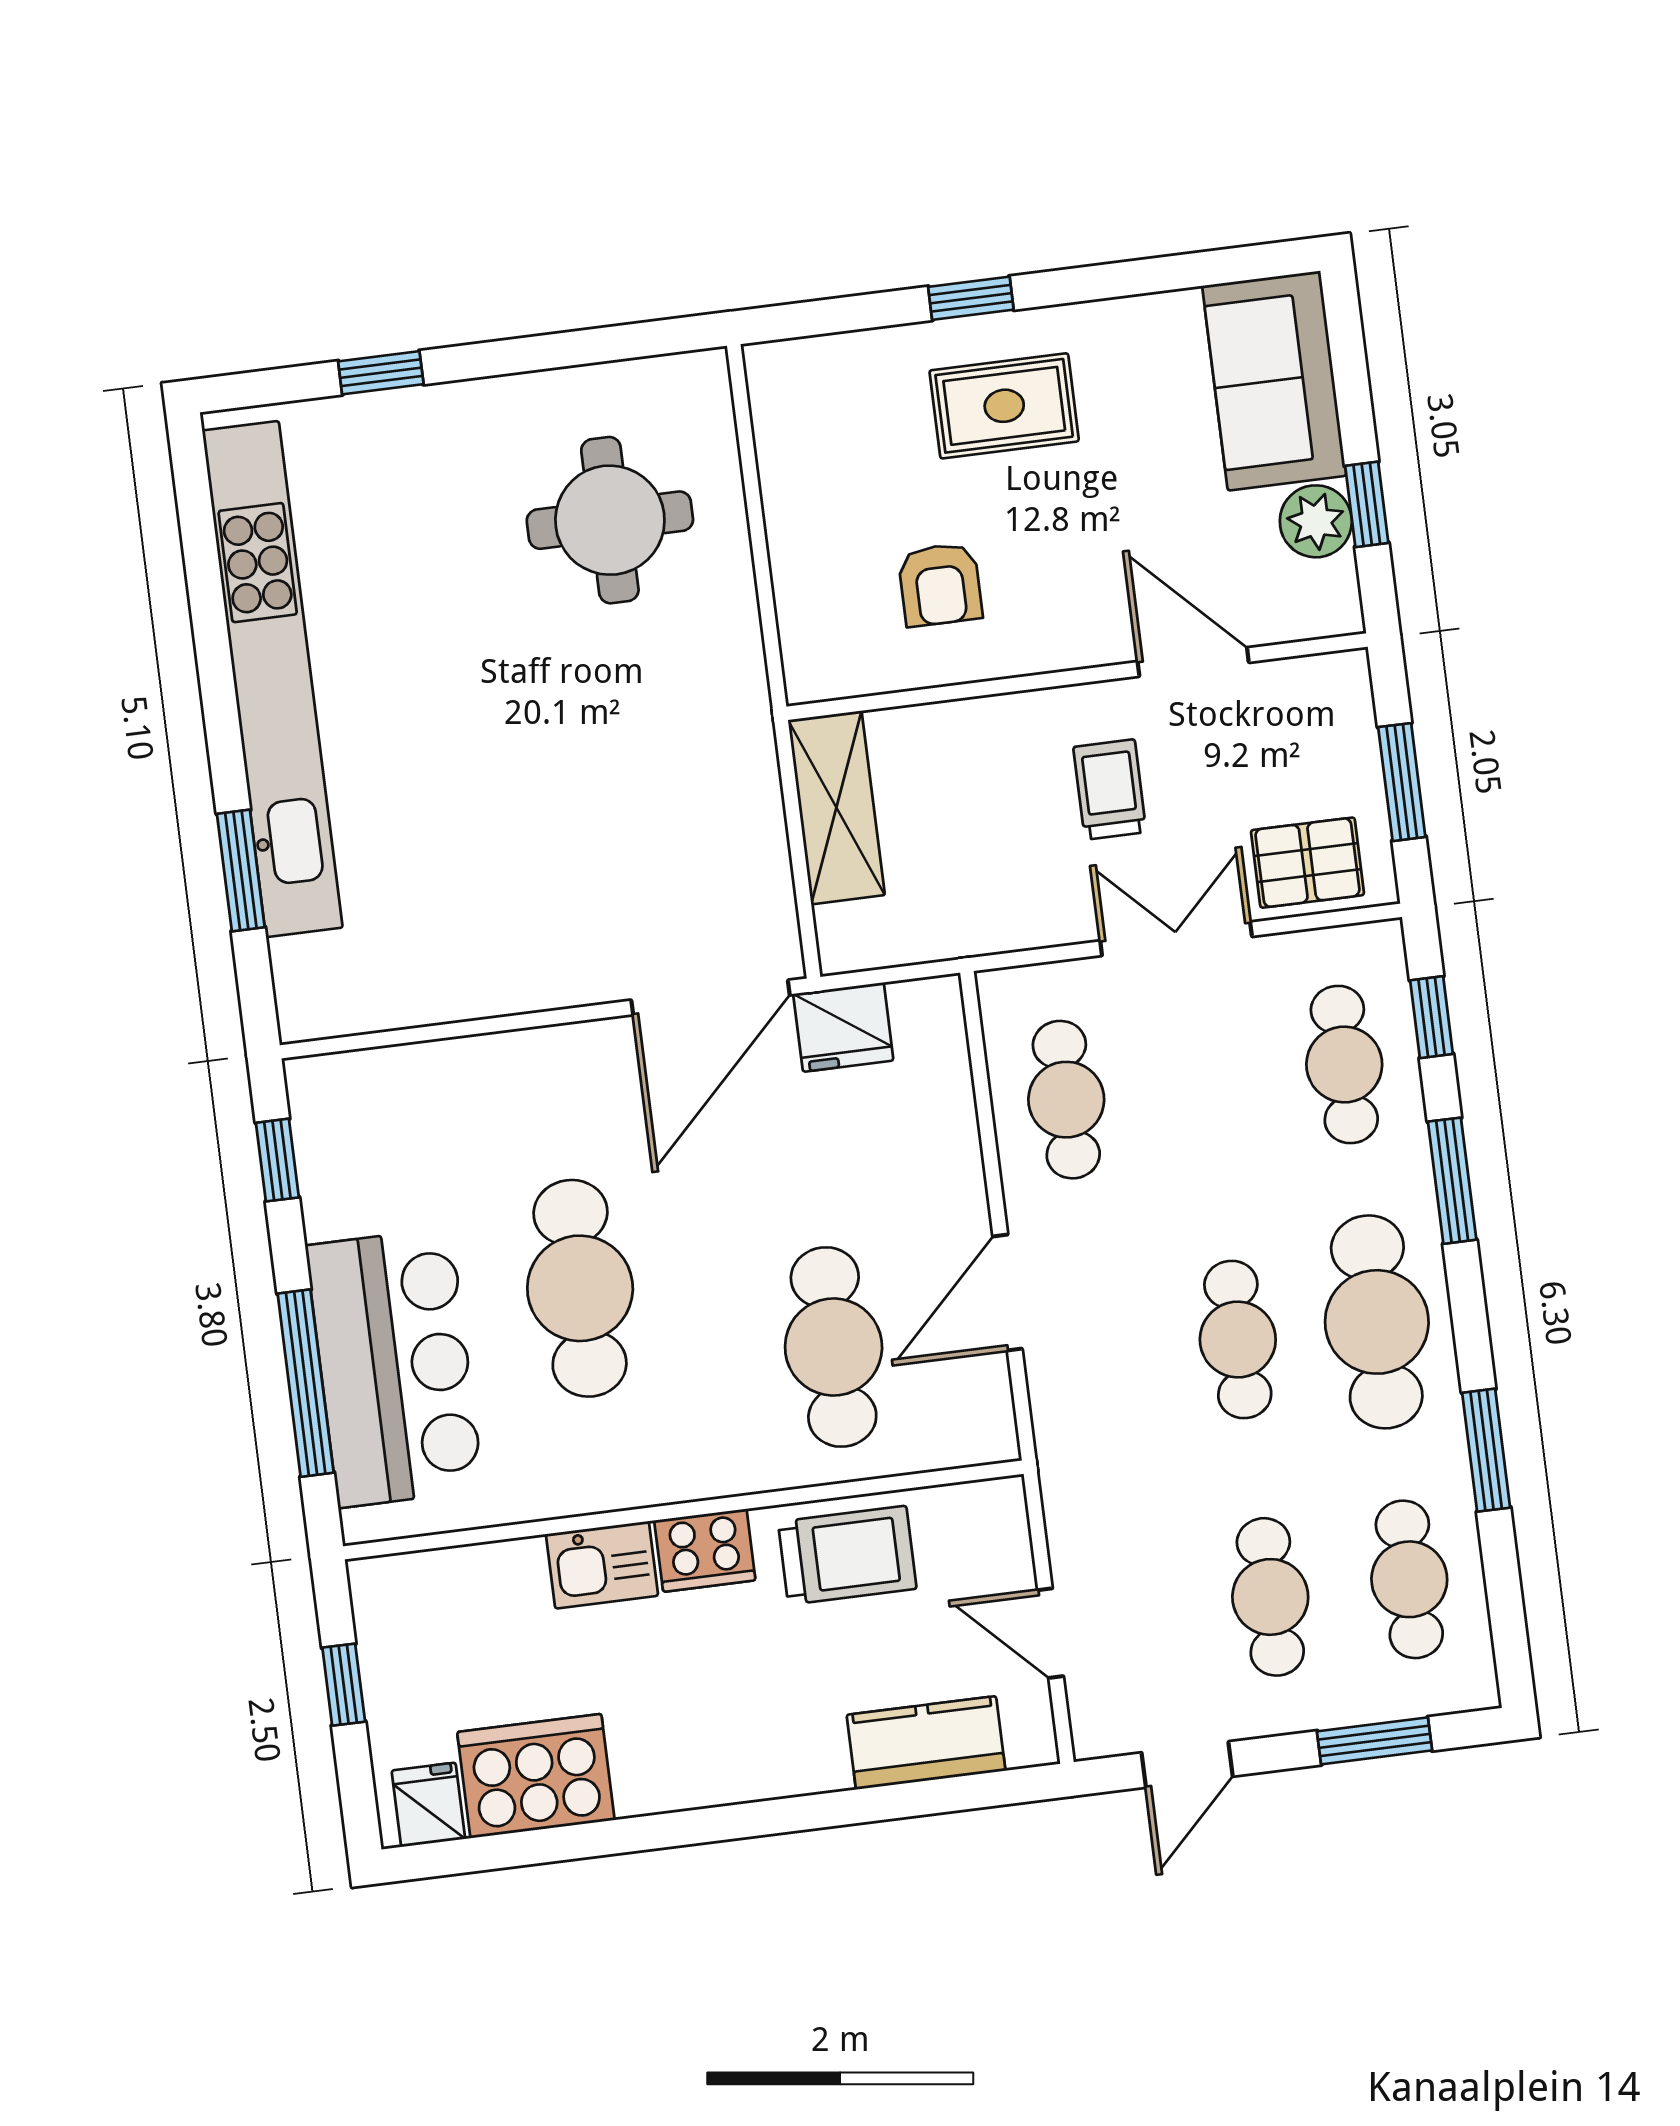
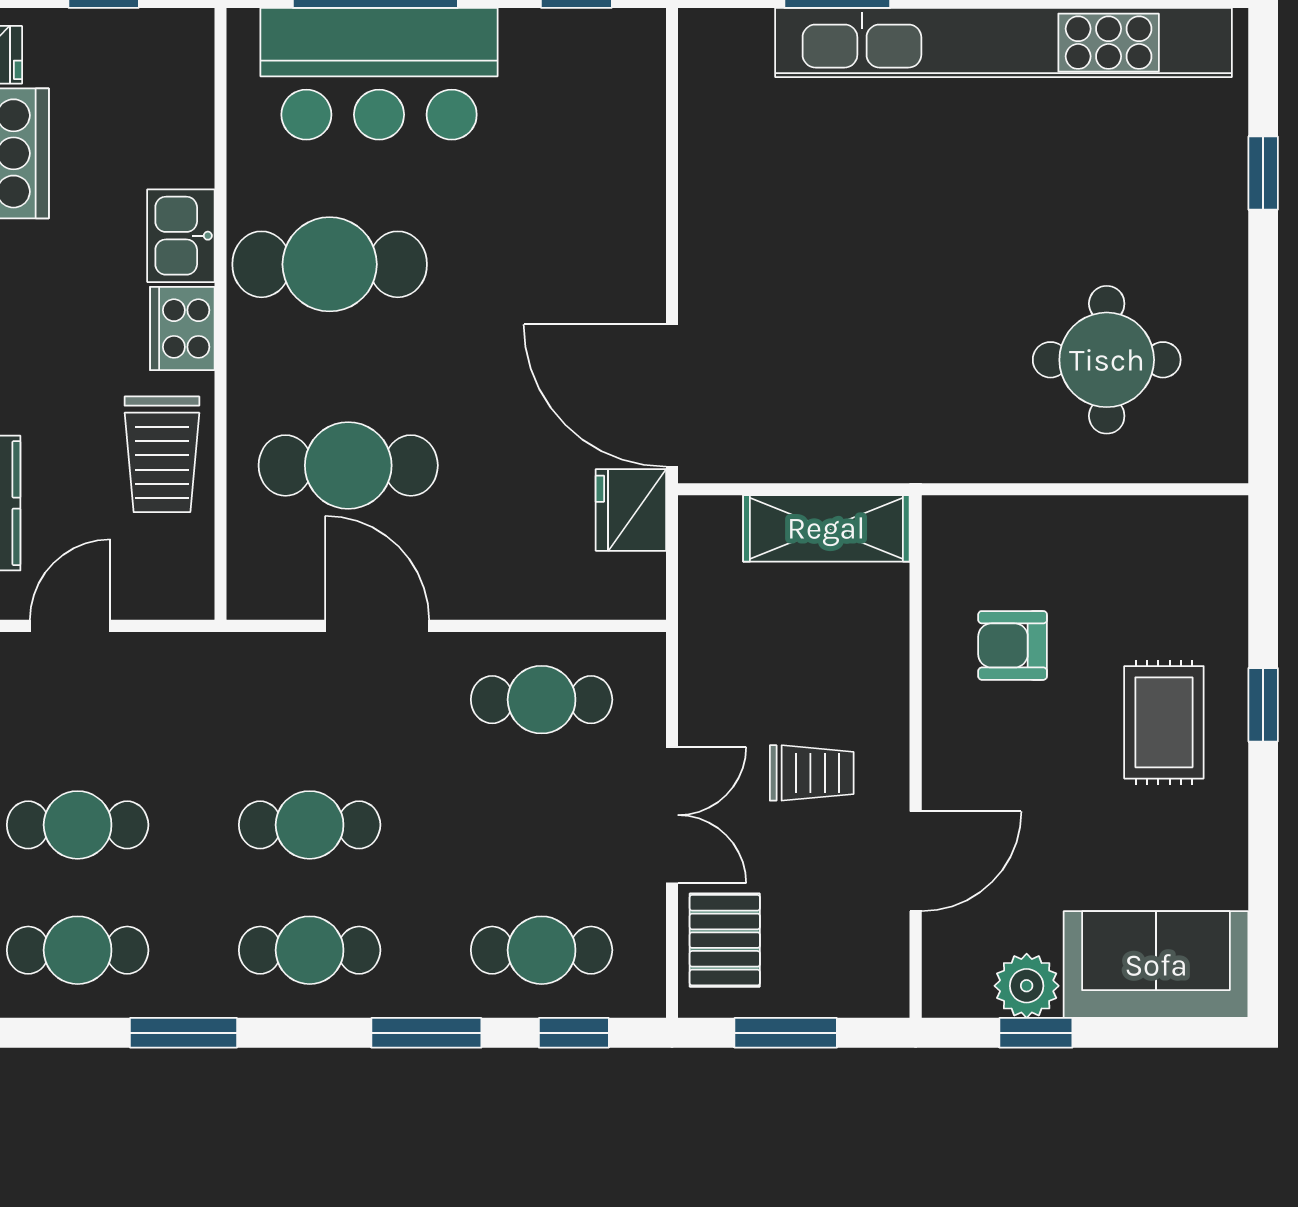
cafe table: (580, 1288) -> (330, 264), moved
cafe table: (1377, 1322) -> (310, 950), width x0.73, depth x0.74

